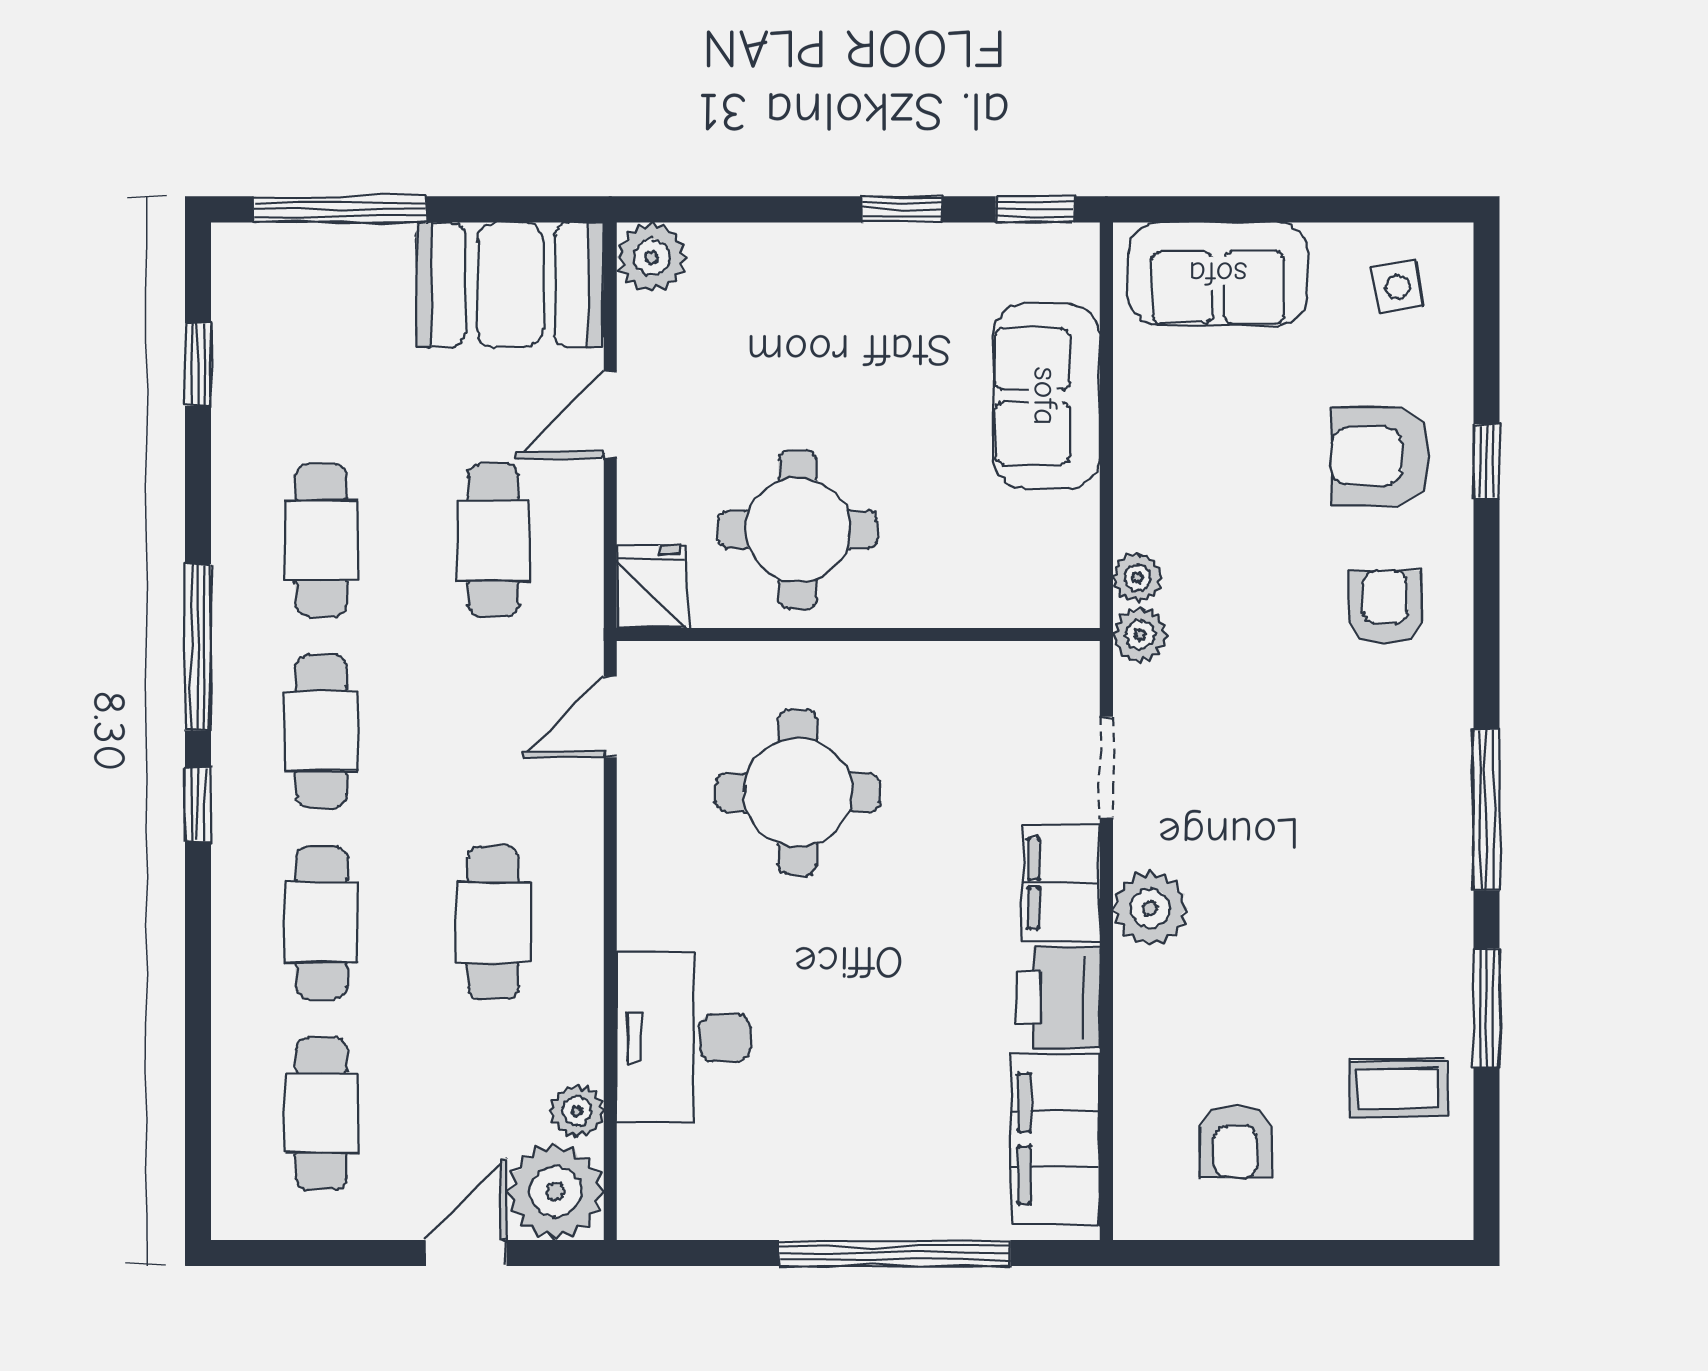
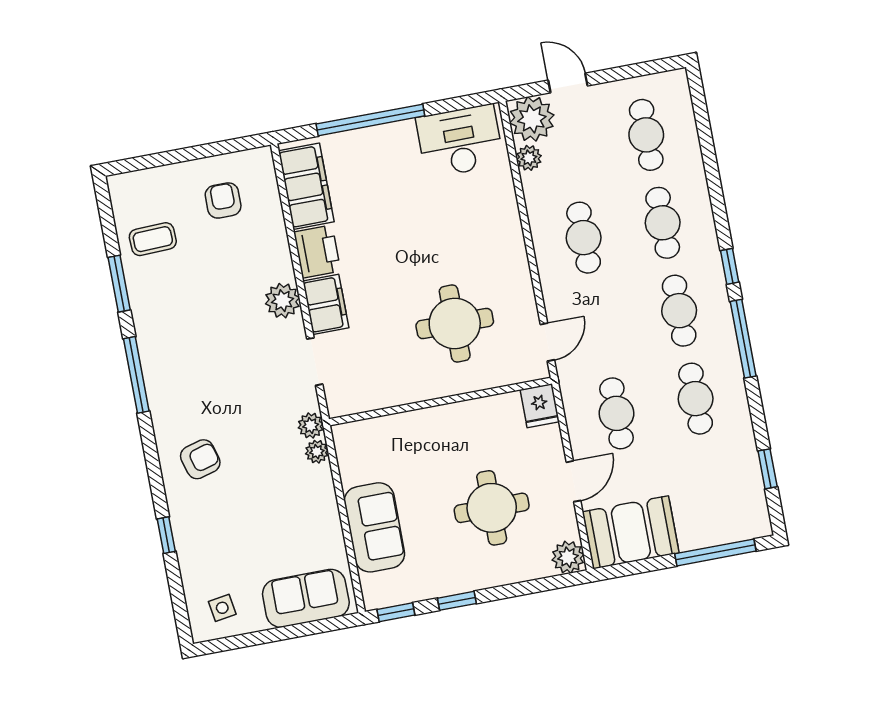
armchair: (1381, 456) -> (215, 528), removed
round table: (798, 530) -> (492, 508), moved
armchair: (1385, 607) -> (200, 459), turned -106
desk: (683, 1038) -> (460, 141), moved, turned -90
door: (466, 1253) -> (568, 83), swing flipped

